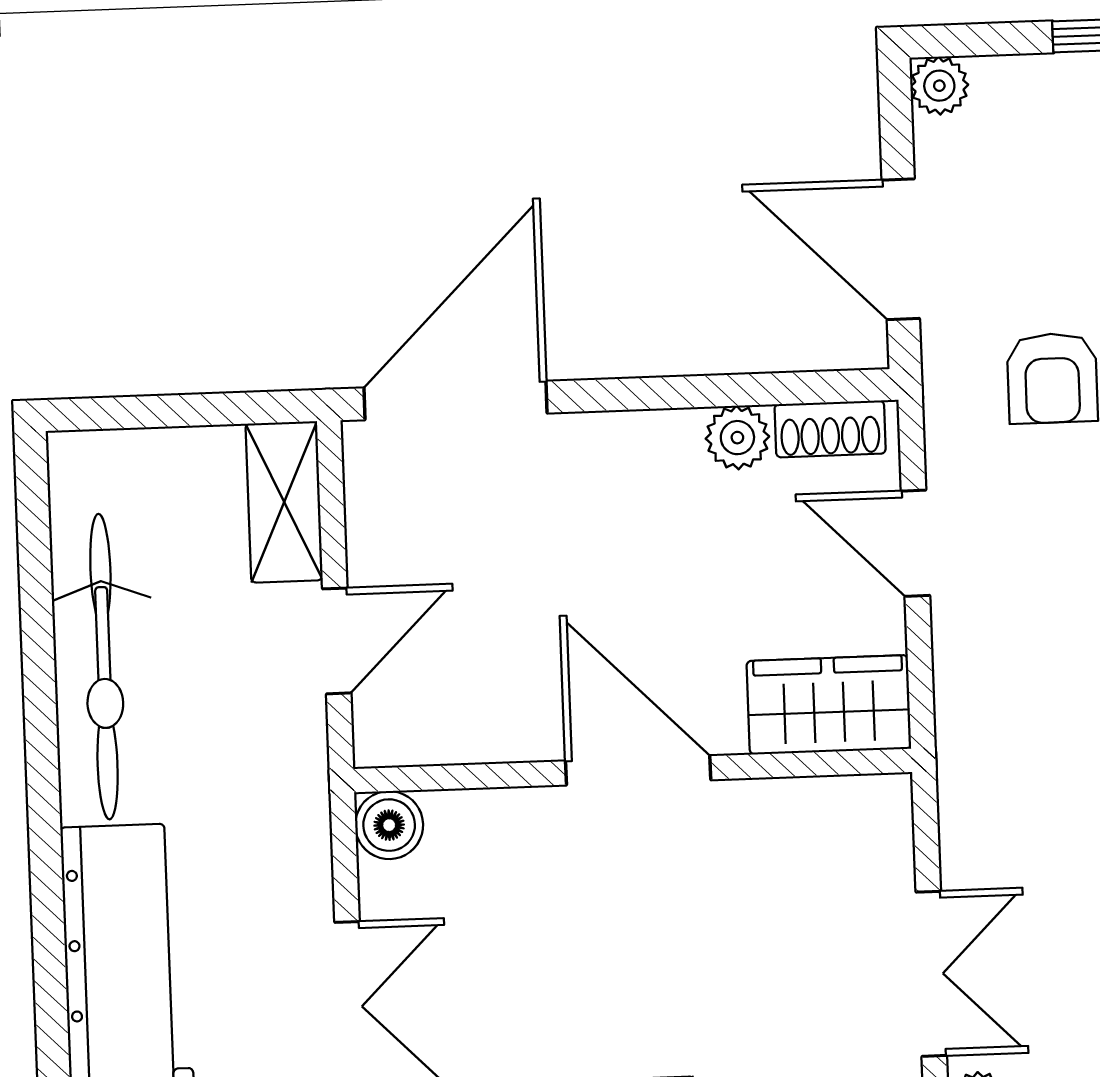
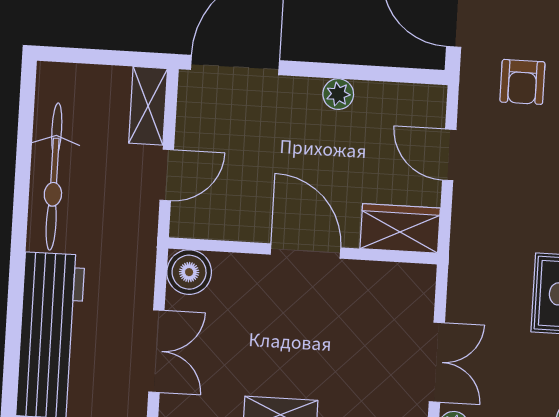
shoe rack: (830, 429) -> (413, 96), removed
plant: (737, 438) -> (338, 94), moved
boiler: (389, 825) -> (189, 272), width x1.36, depth x1.36

